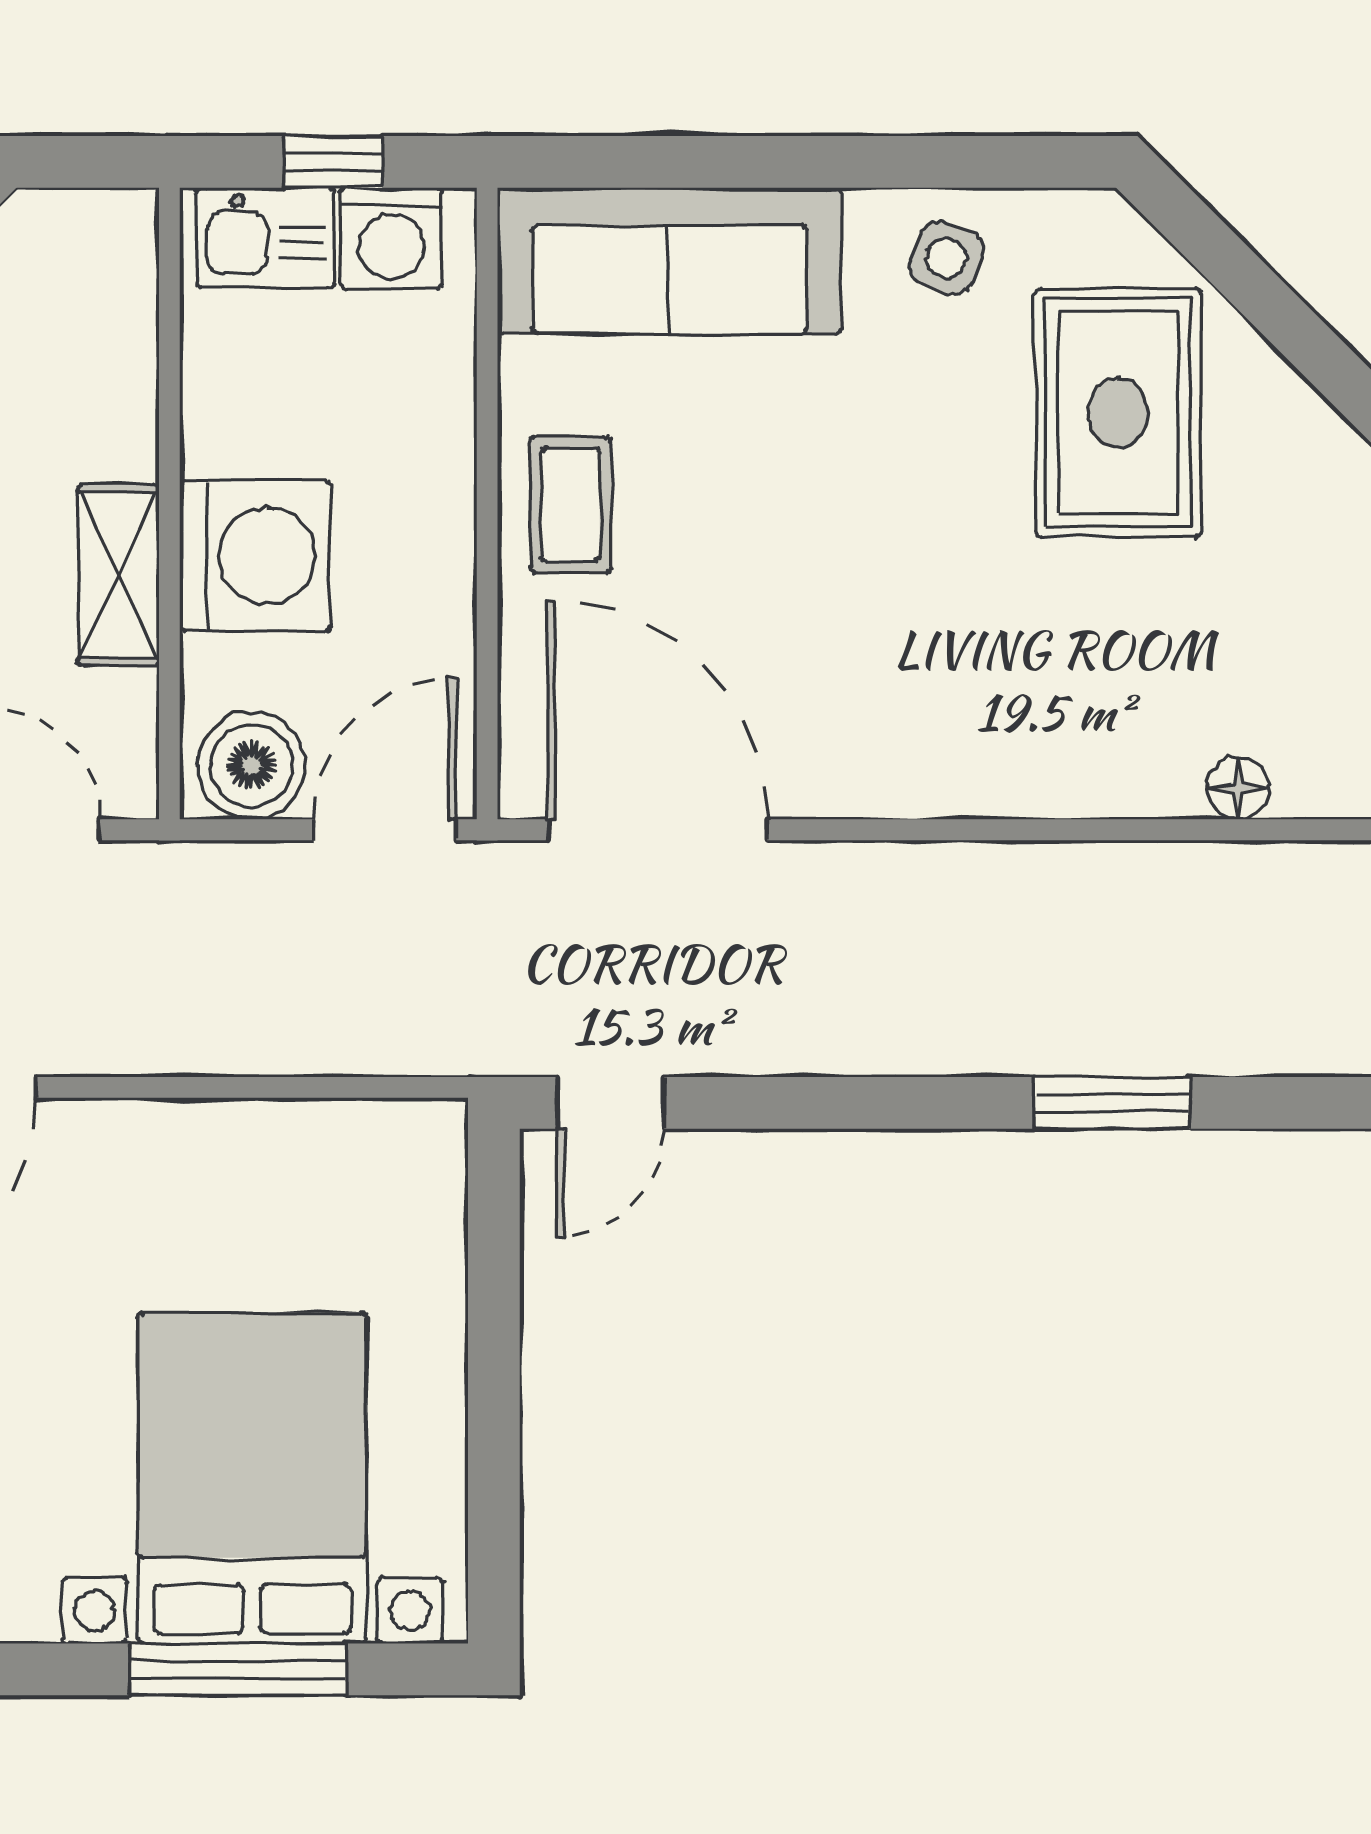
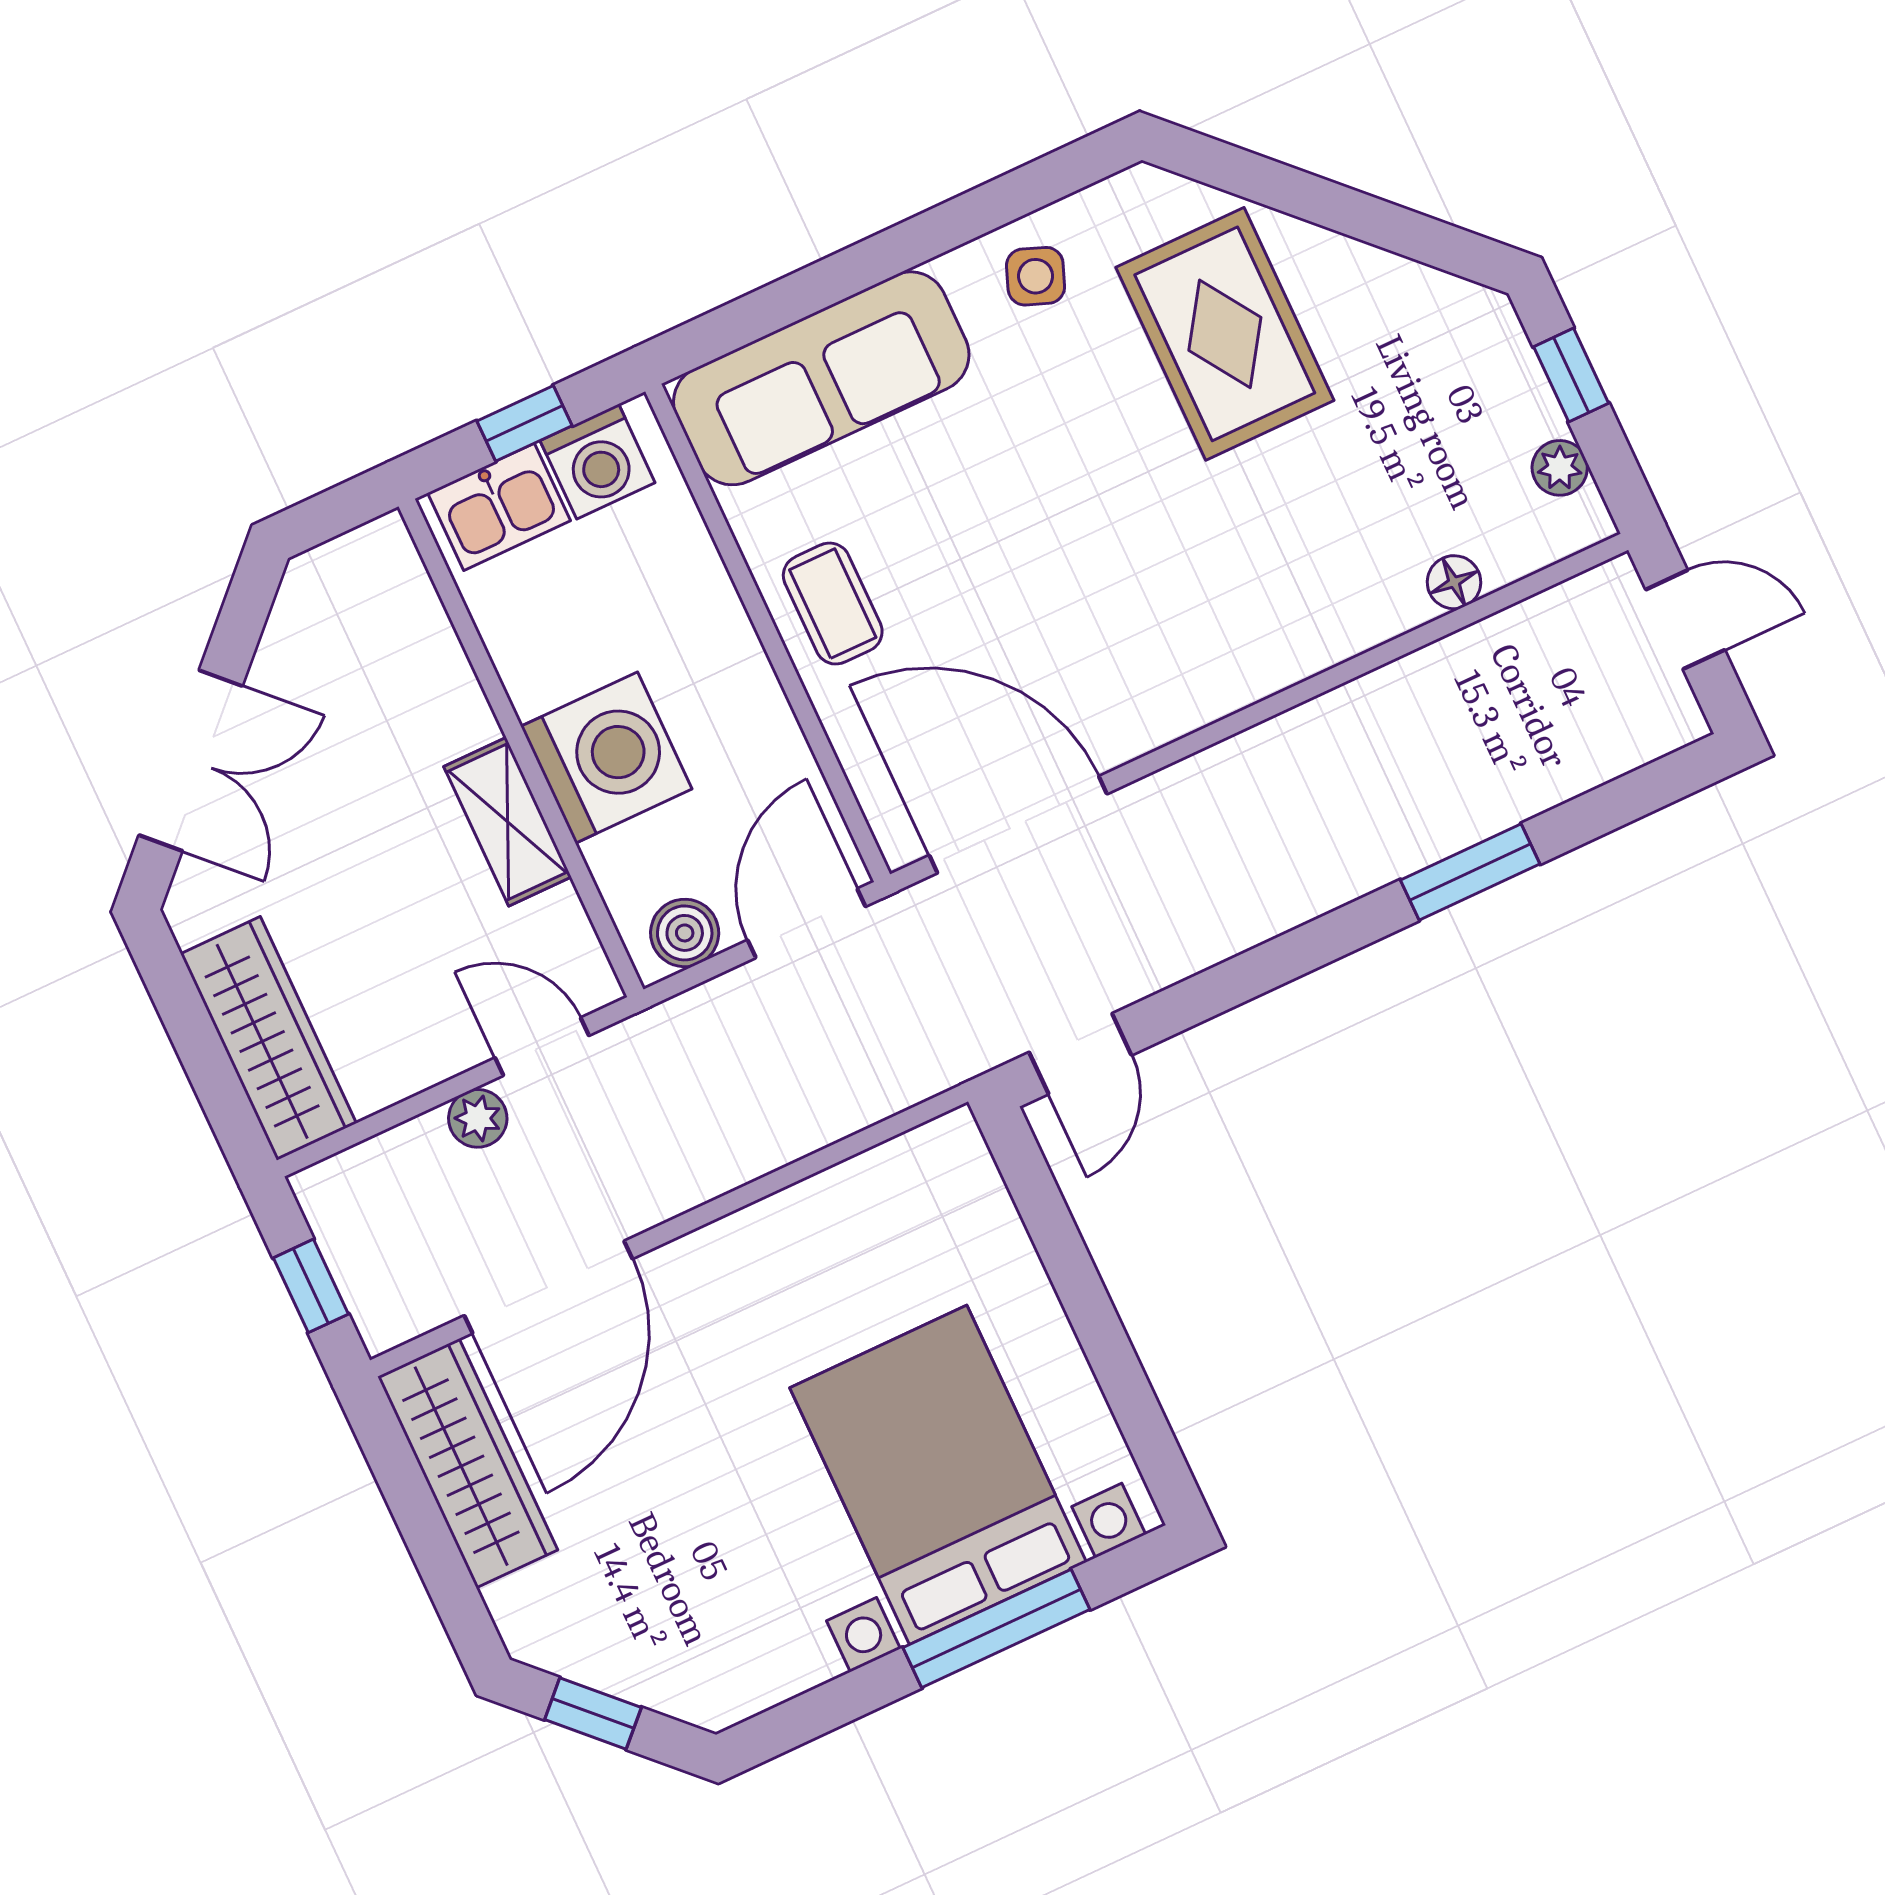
boiler: (251, 766) -> (685, 933), width x0.73, depth x0.73

